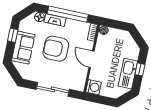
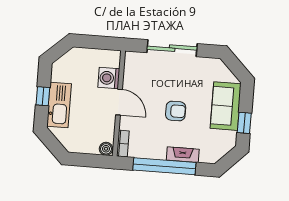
floor lamp: (39, 17) -> (207, 156), removed
armchair: (56, 49) -> (176, 111), width x0.53, depth x0.53
kitchen sink: (128, 74) -> (59, 105), moved
washing machine: (94, 87) -> (109, 78), moved

